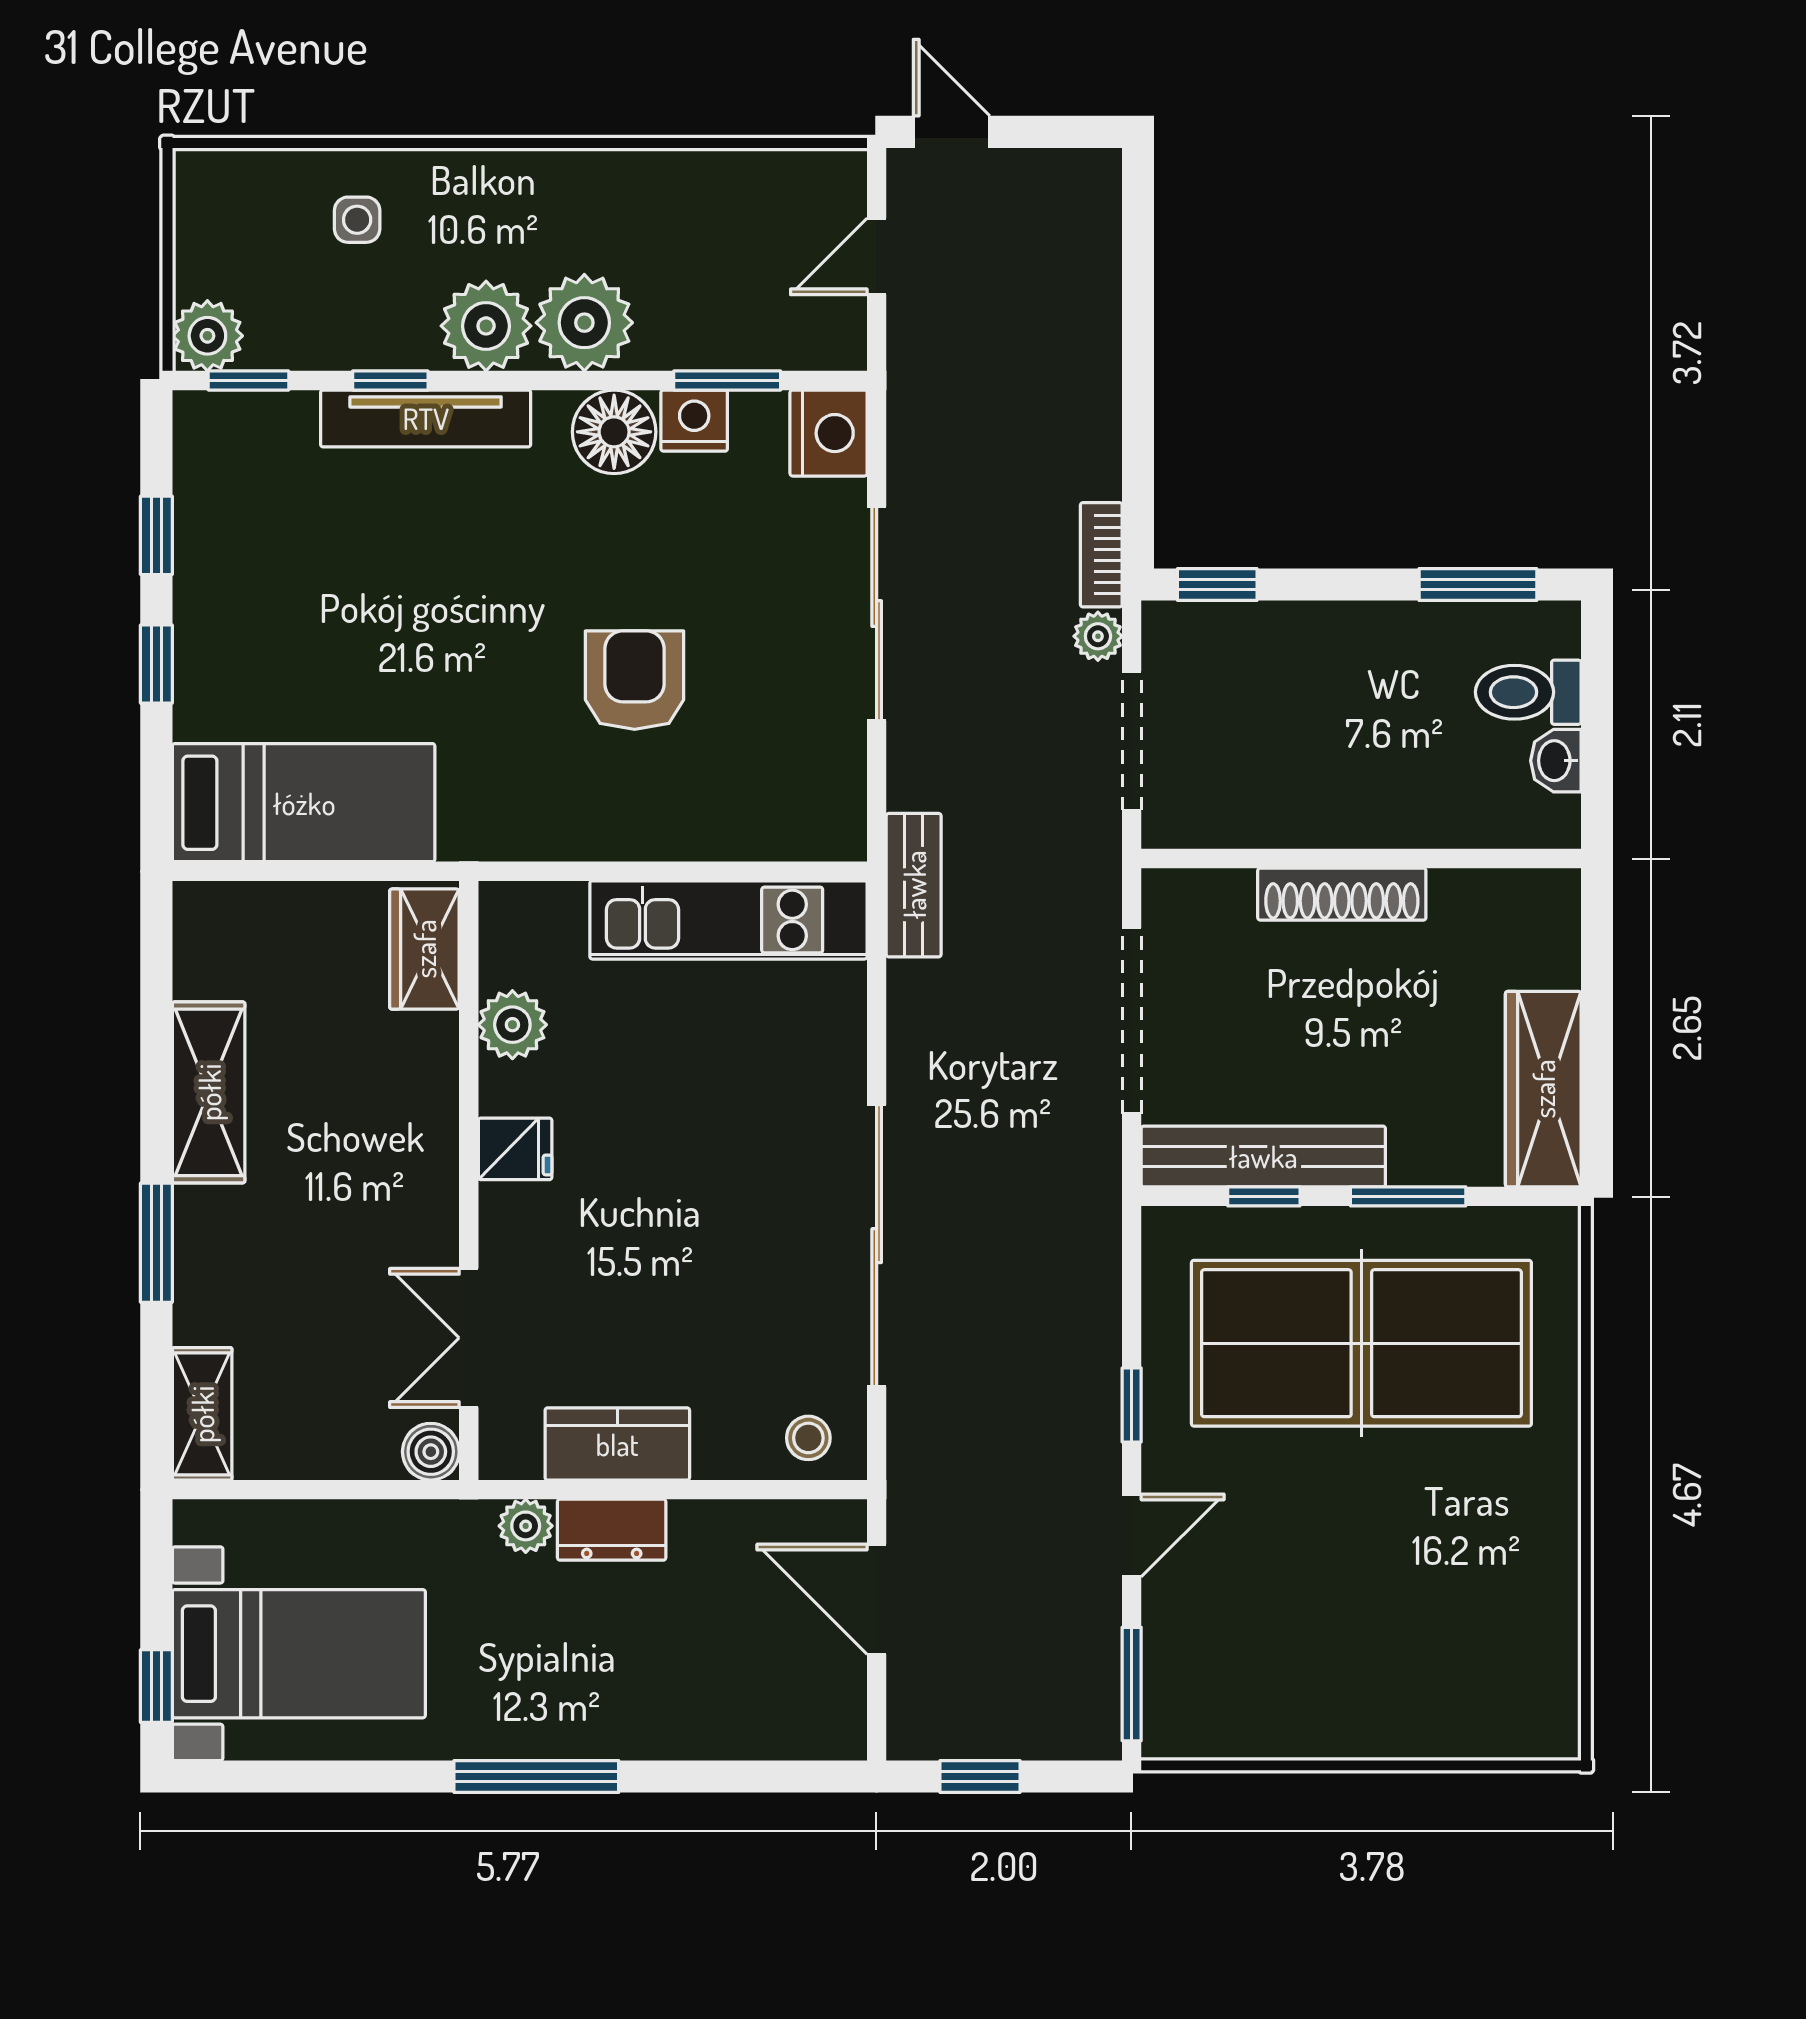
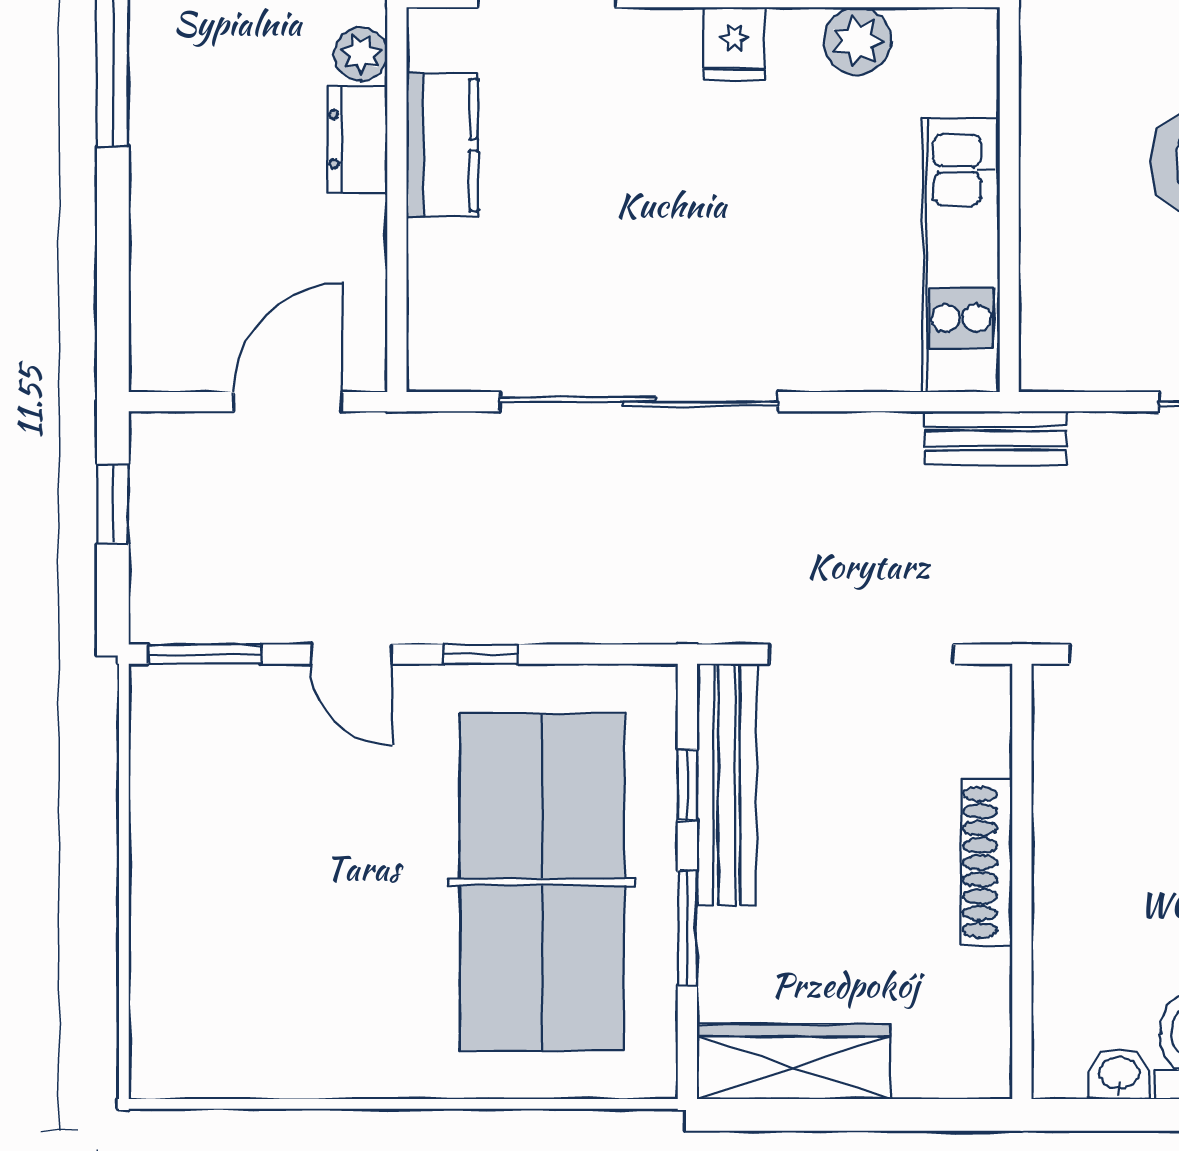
stool: (808, 1438) -> (448, 334), removed

